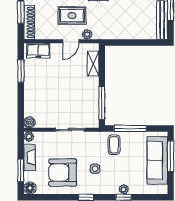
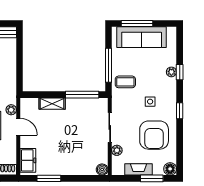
shelving: (93, 64) -> (52, 104), moved
plant: (29, 137) -> (117, 150), moved

